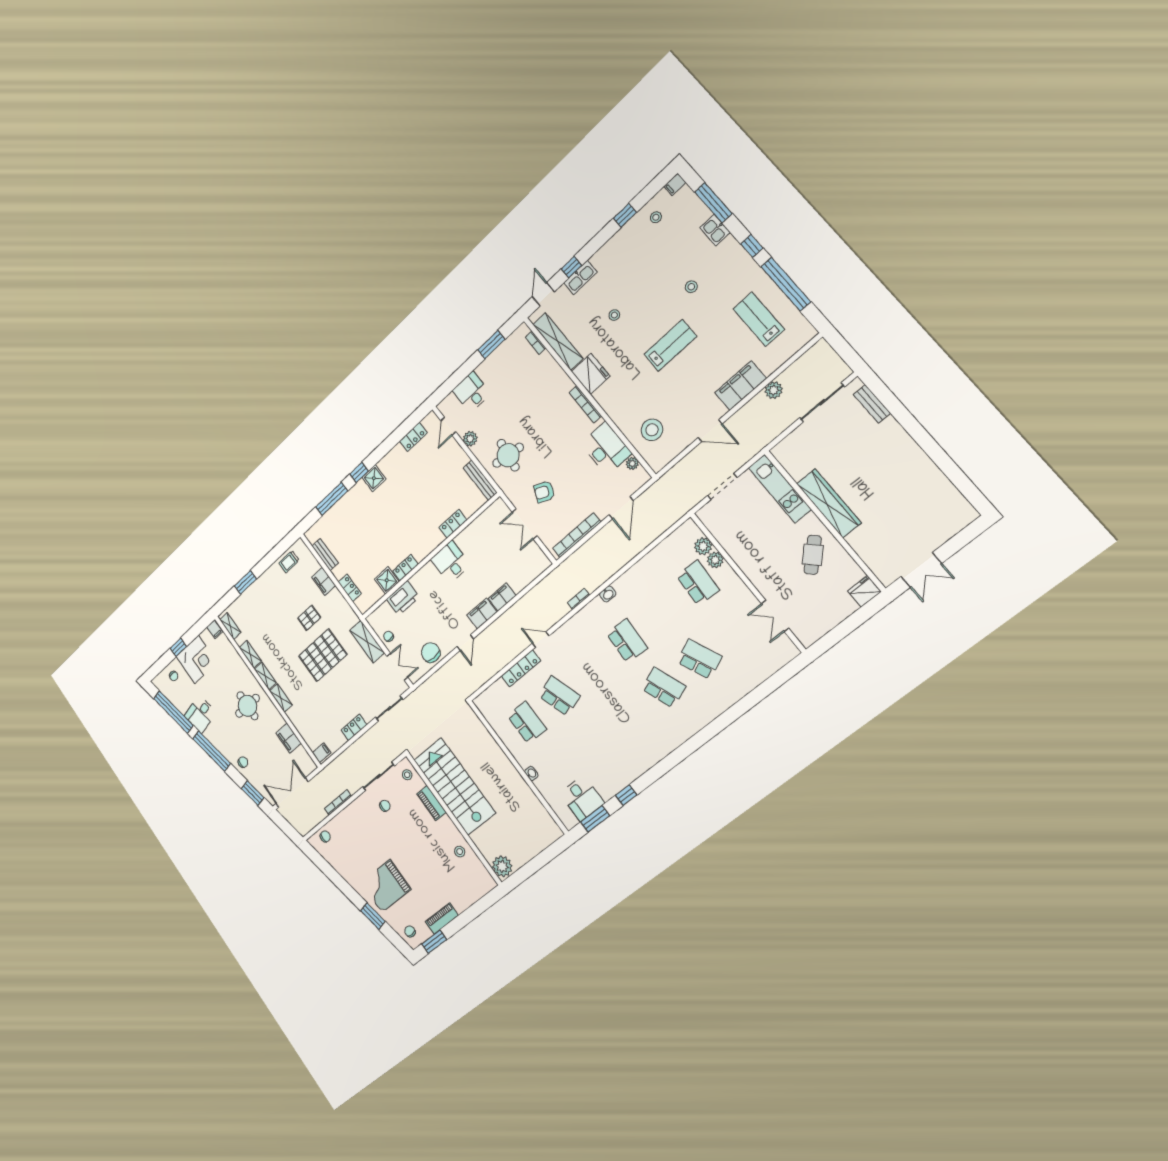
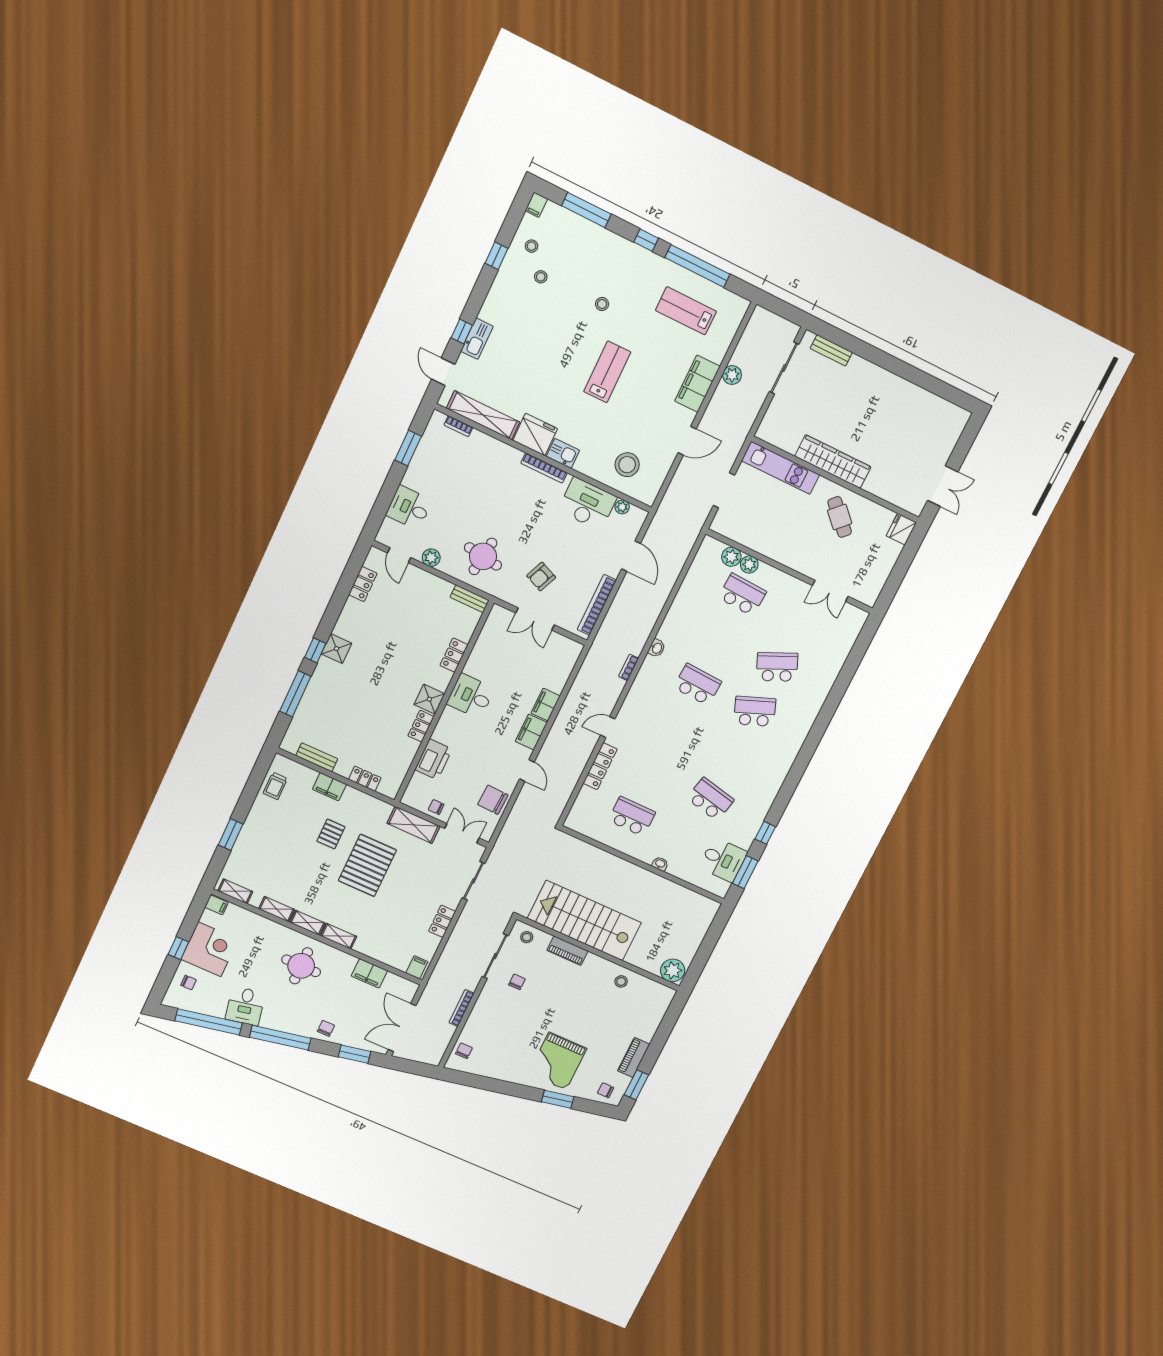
kitchen sink: (715, 230) -> (563, 453), moved, turned 180
stool: (614, 315) -> (541, 277), moved
bench: (480, 480) -> (470, 599), width x0.73
shower: (387, 580) -> (429, 699), moved
school desk: (559, 696) -> (710, 799), moved, turned 30

